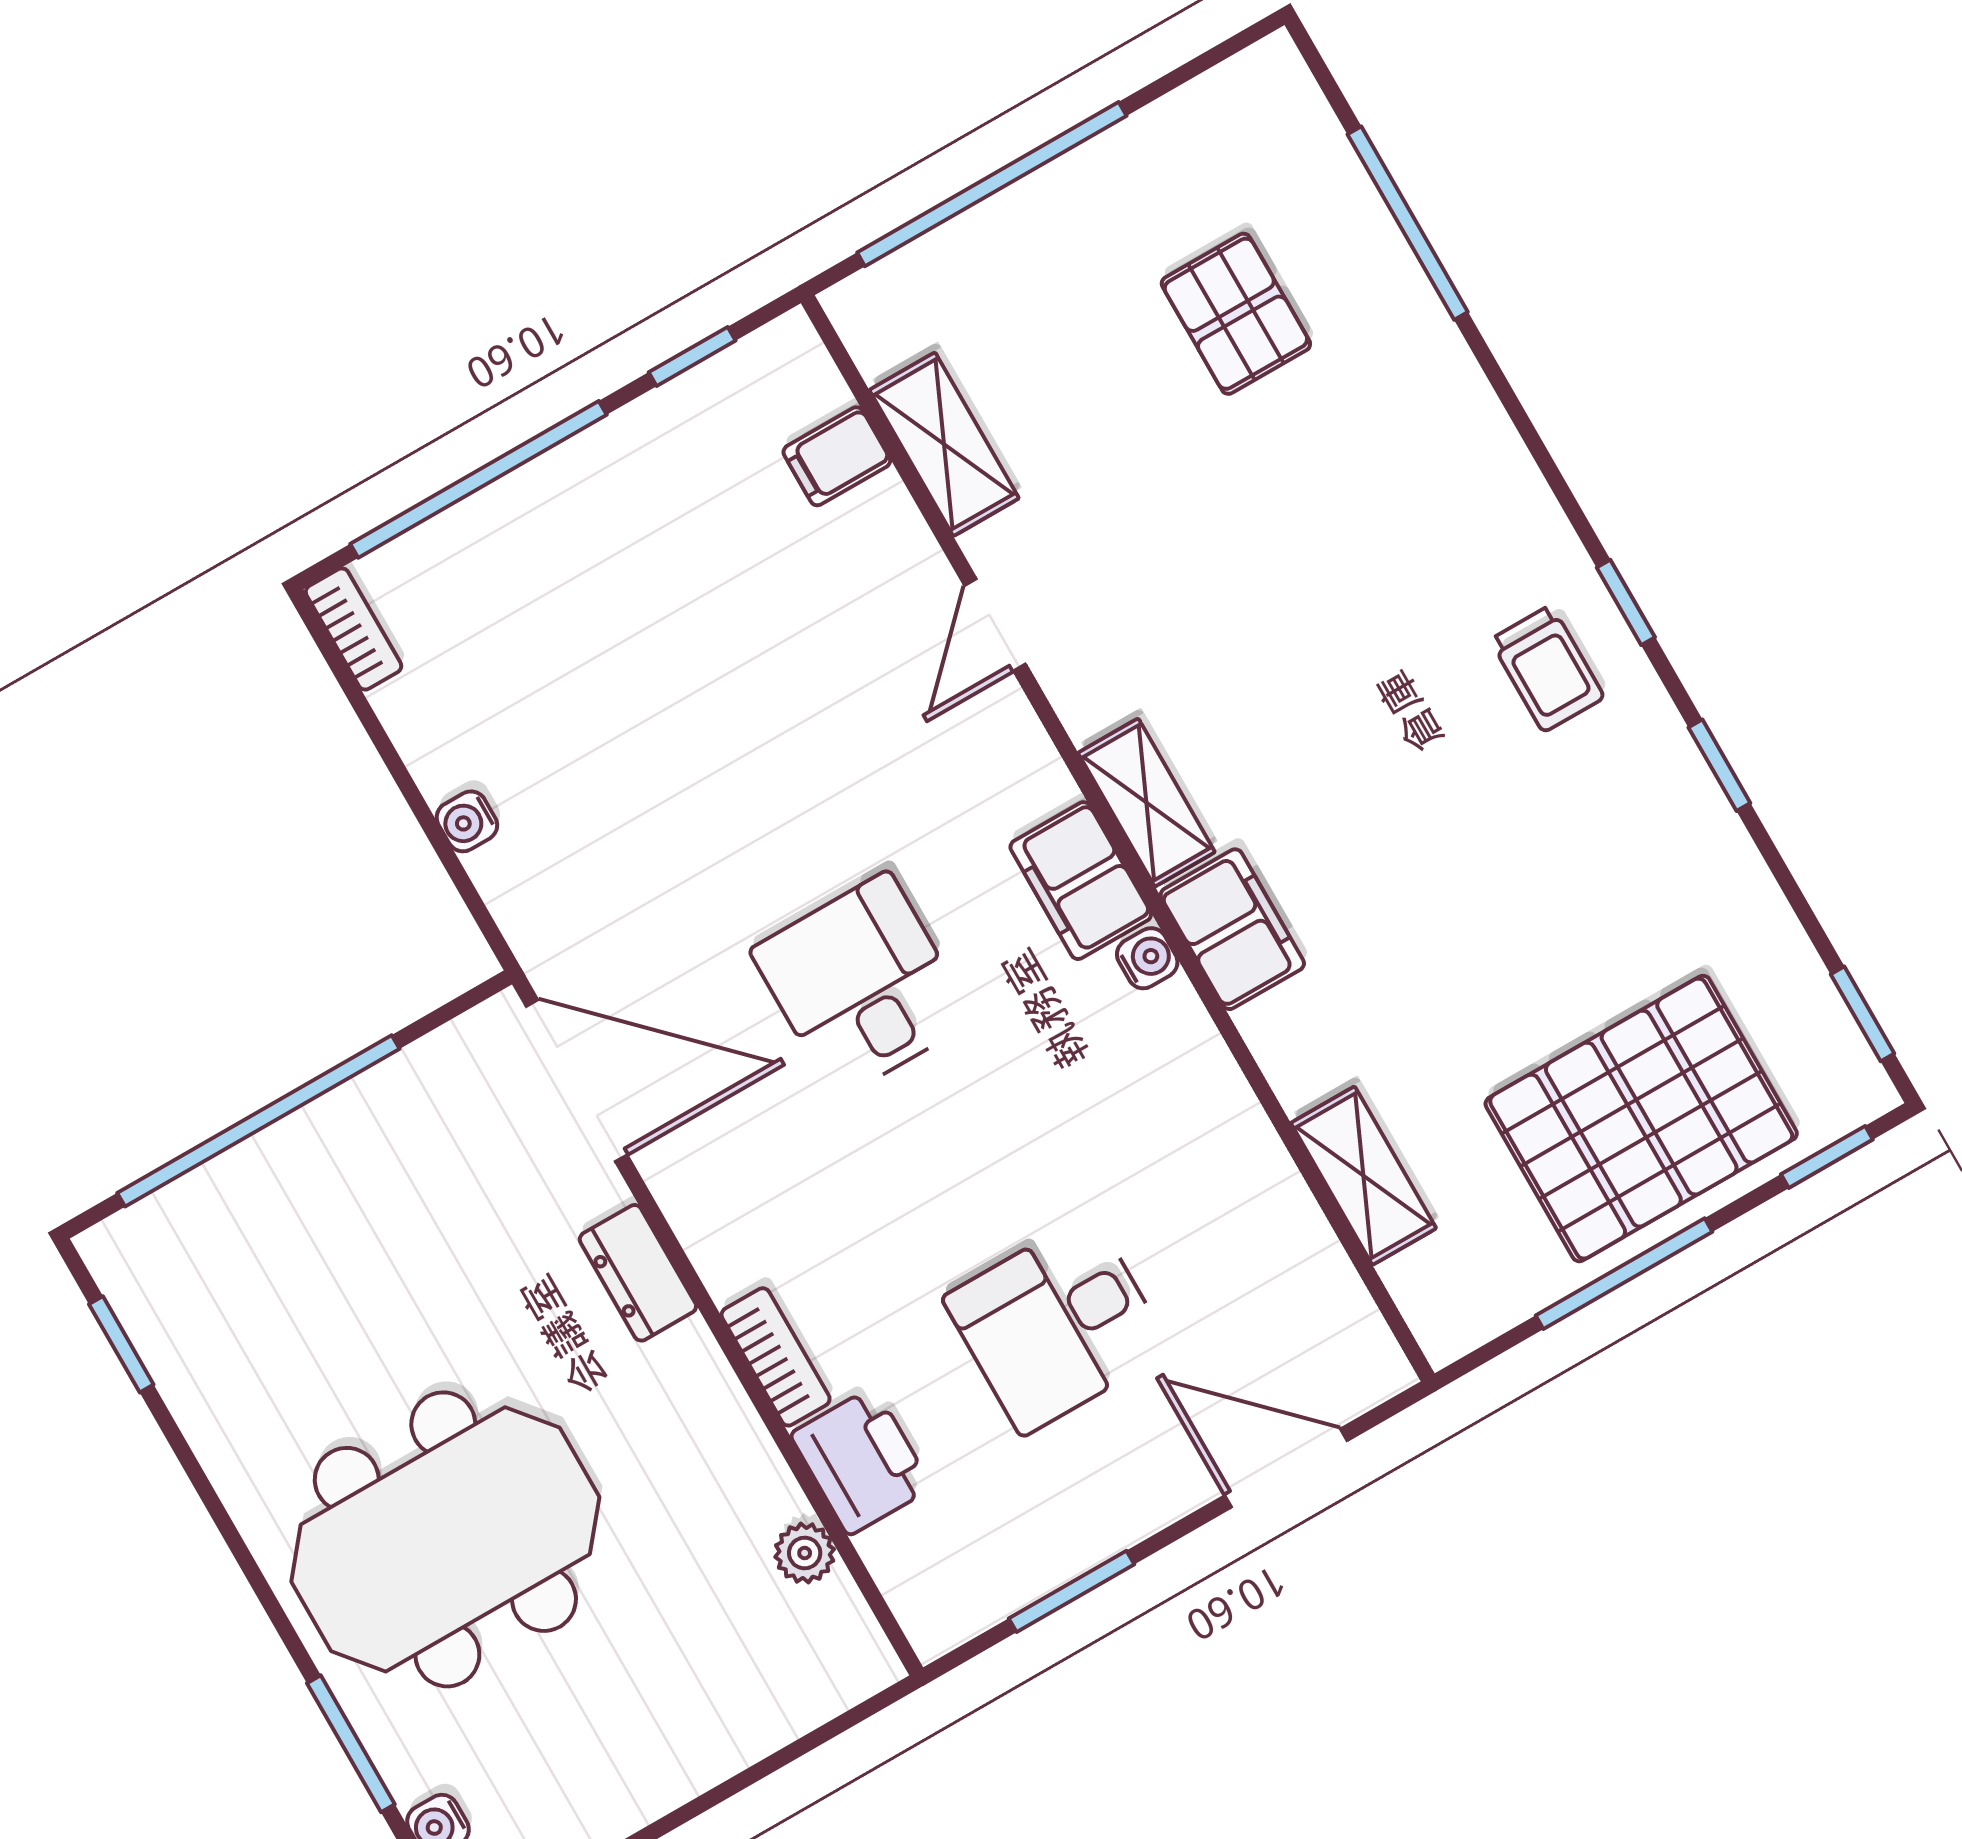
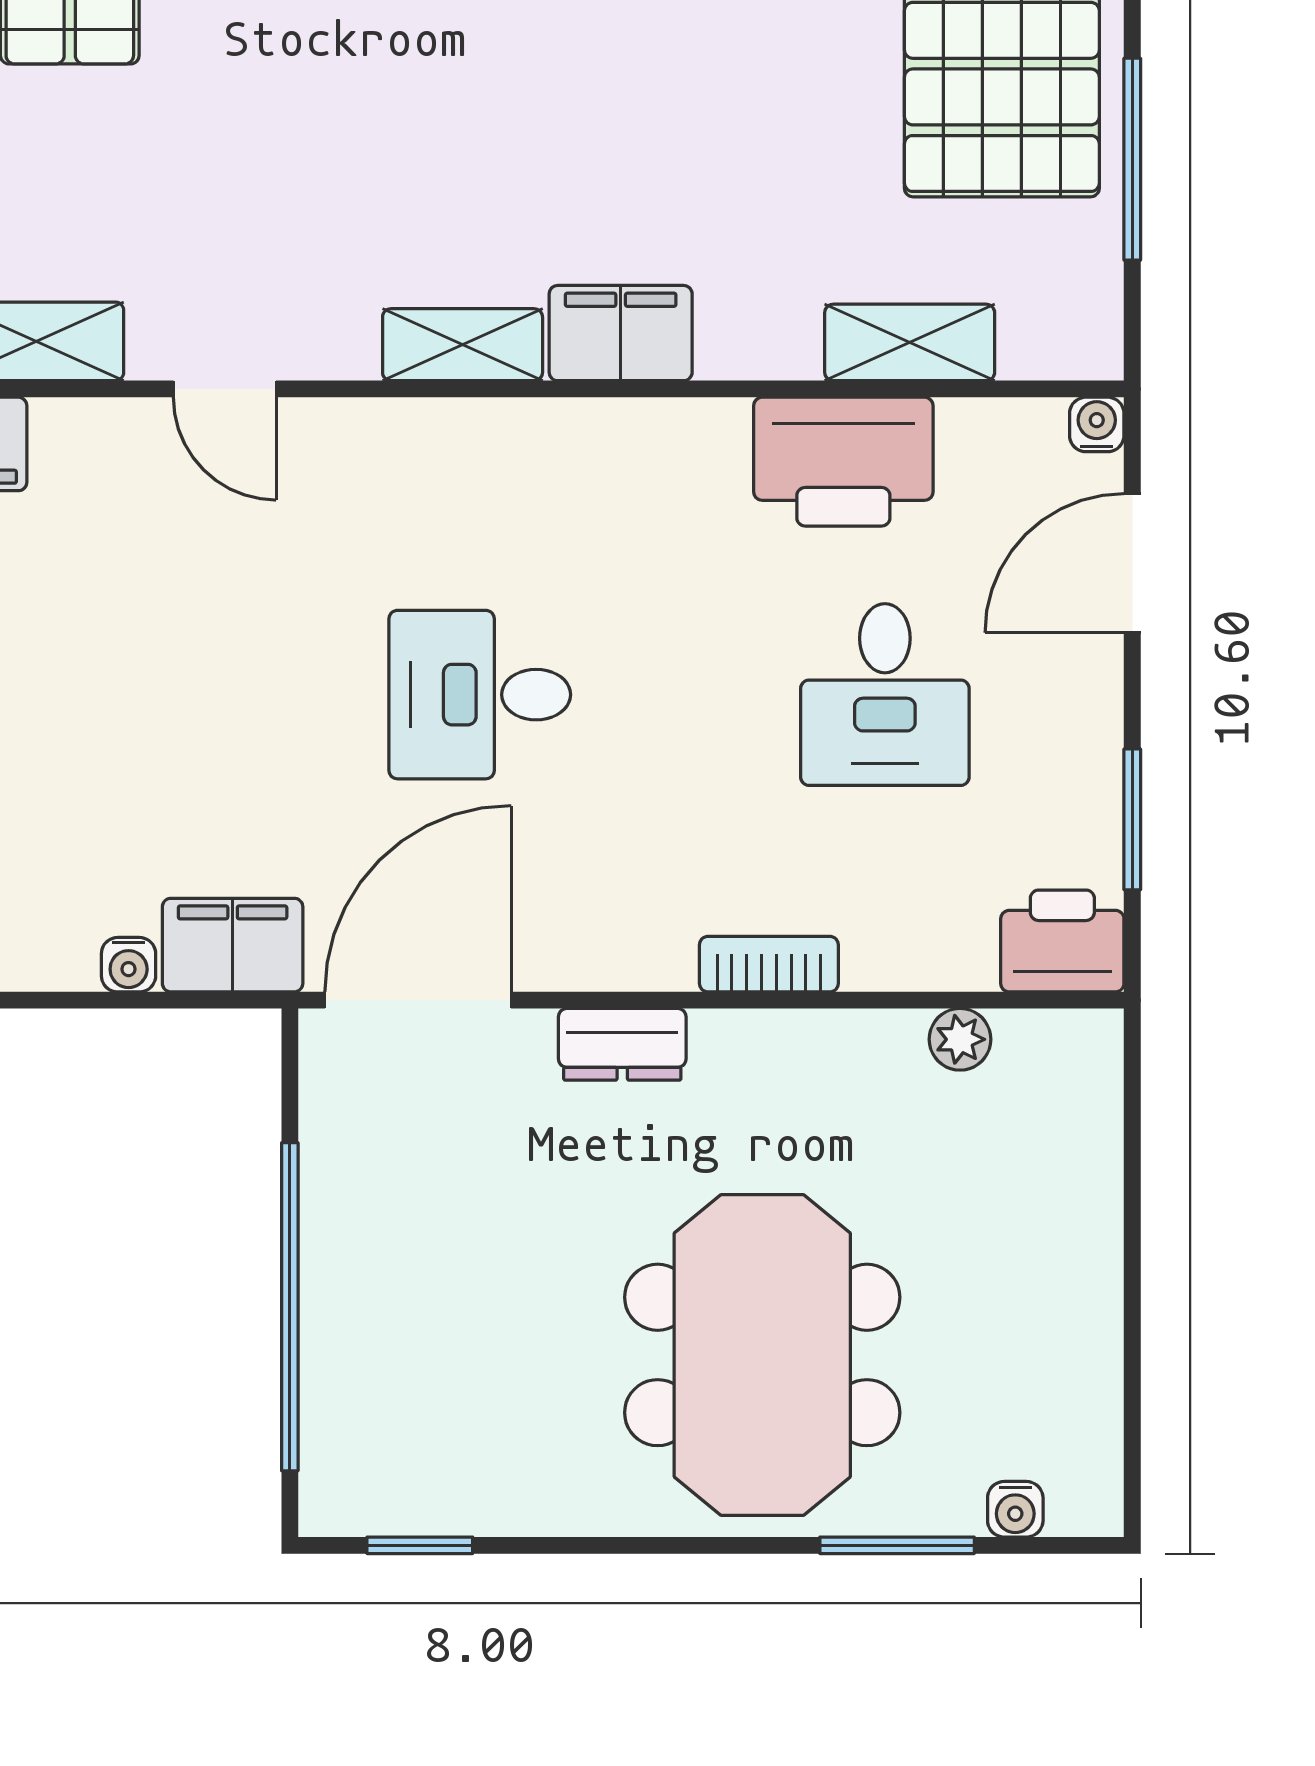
filing cabinet: (1081, 881) -> (233, 945), moved, turned 180
water cooler: (1147, 958) -> (1097, 424), moved
printer: (1232, 1177) -> (843, 462), added
printer: (861, 1461) -> (1062, 941), moved

